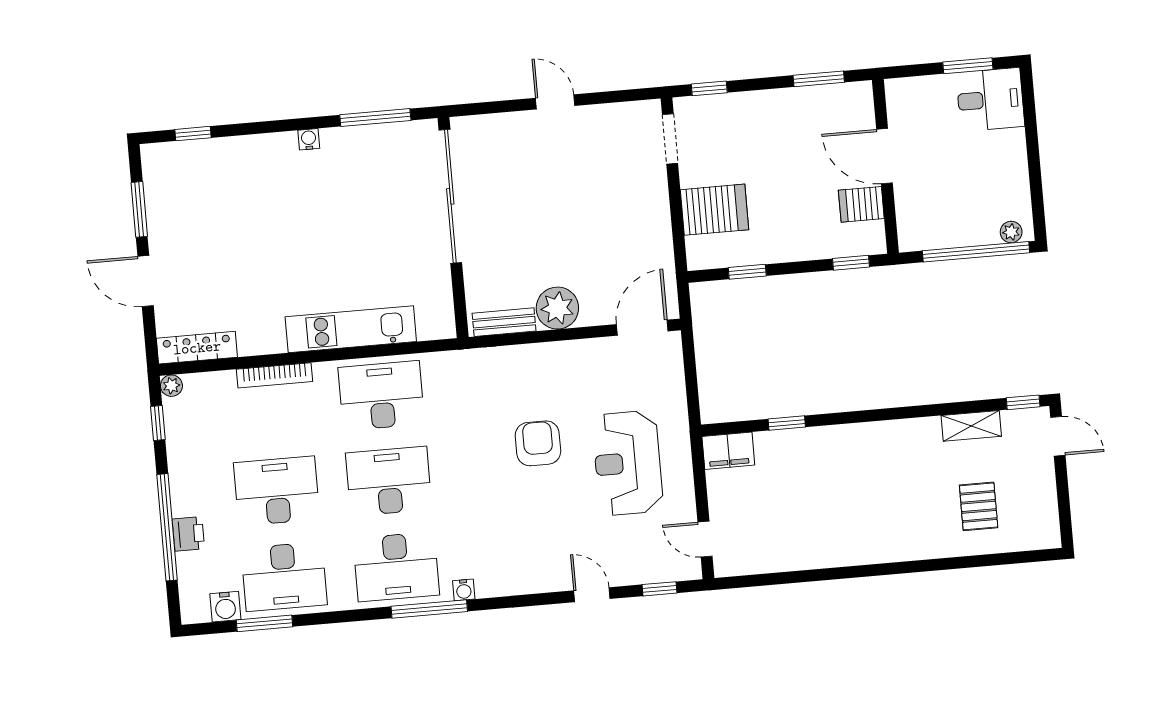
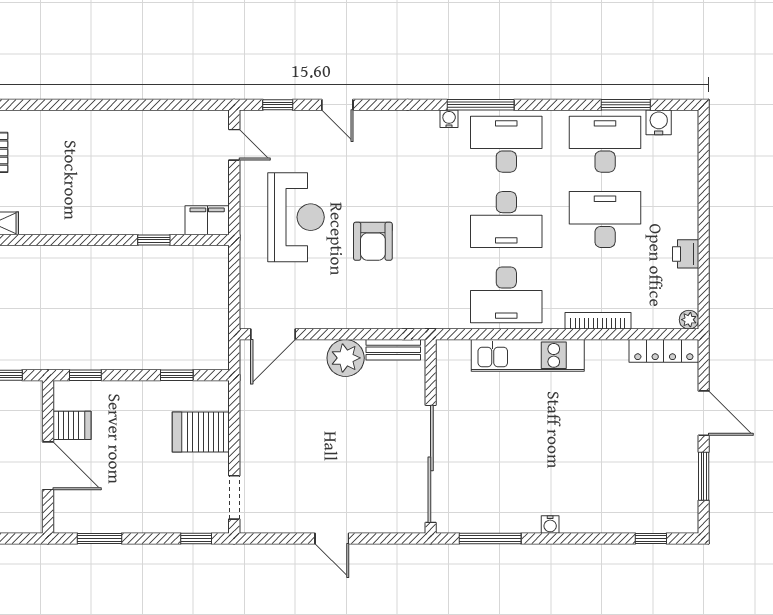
window: (158, 423) -> (704, 288), removed
desk: (277, 491) -> (605, 220), turned 180
window: (167, 527) -> (704, 196), removed
printer: (188, 534) -> (686, 254), moved

